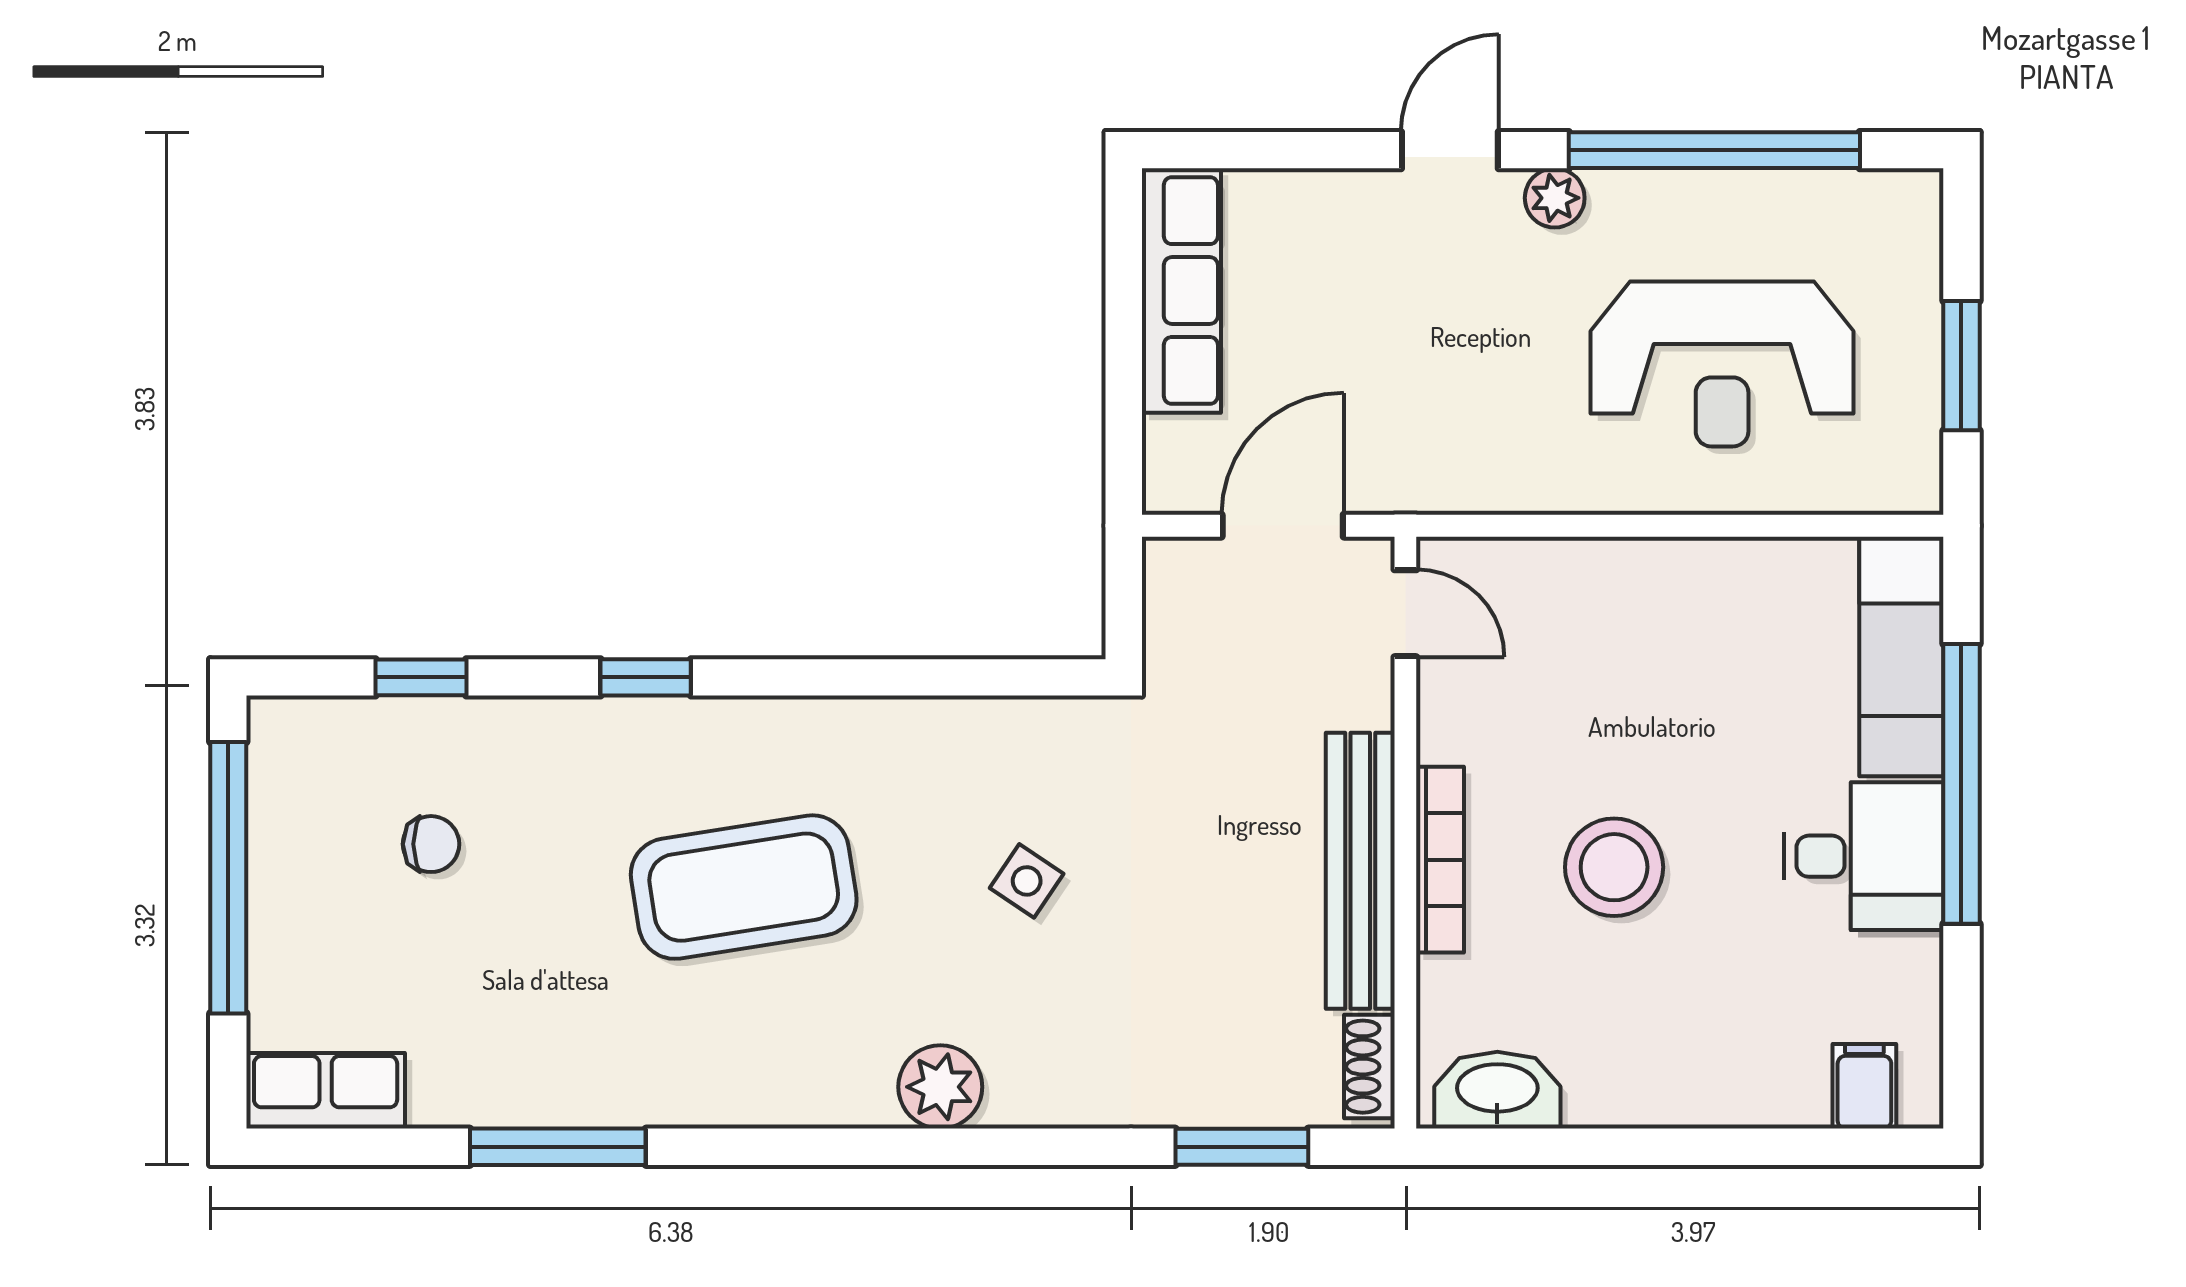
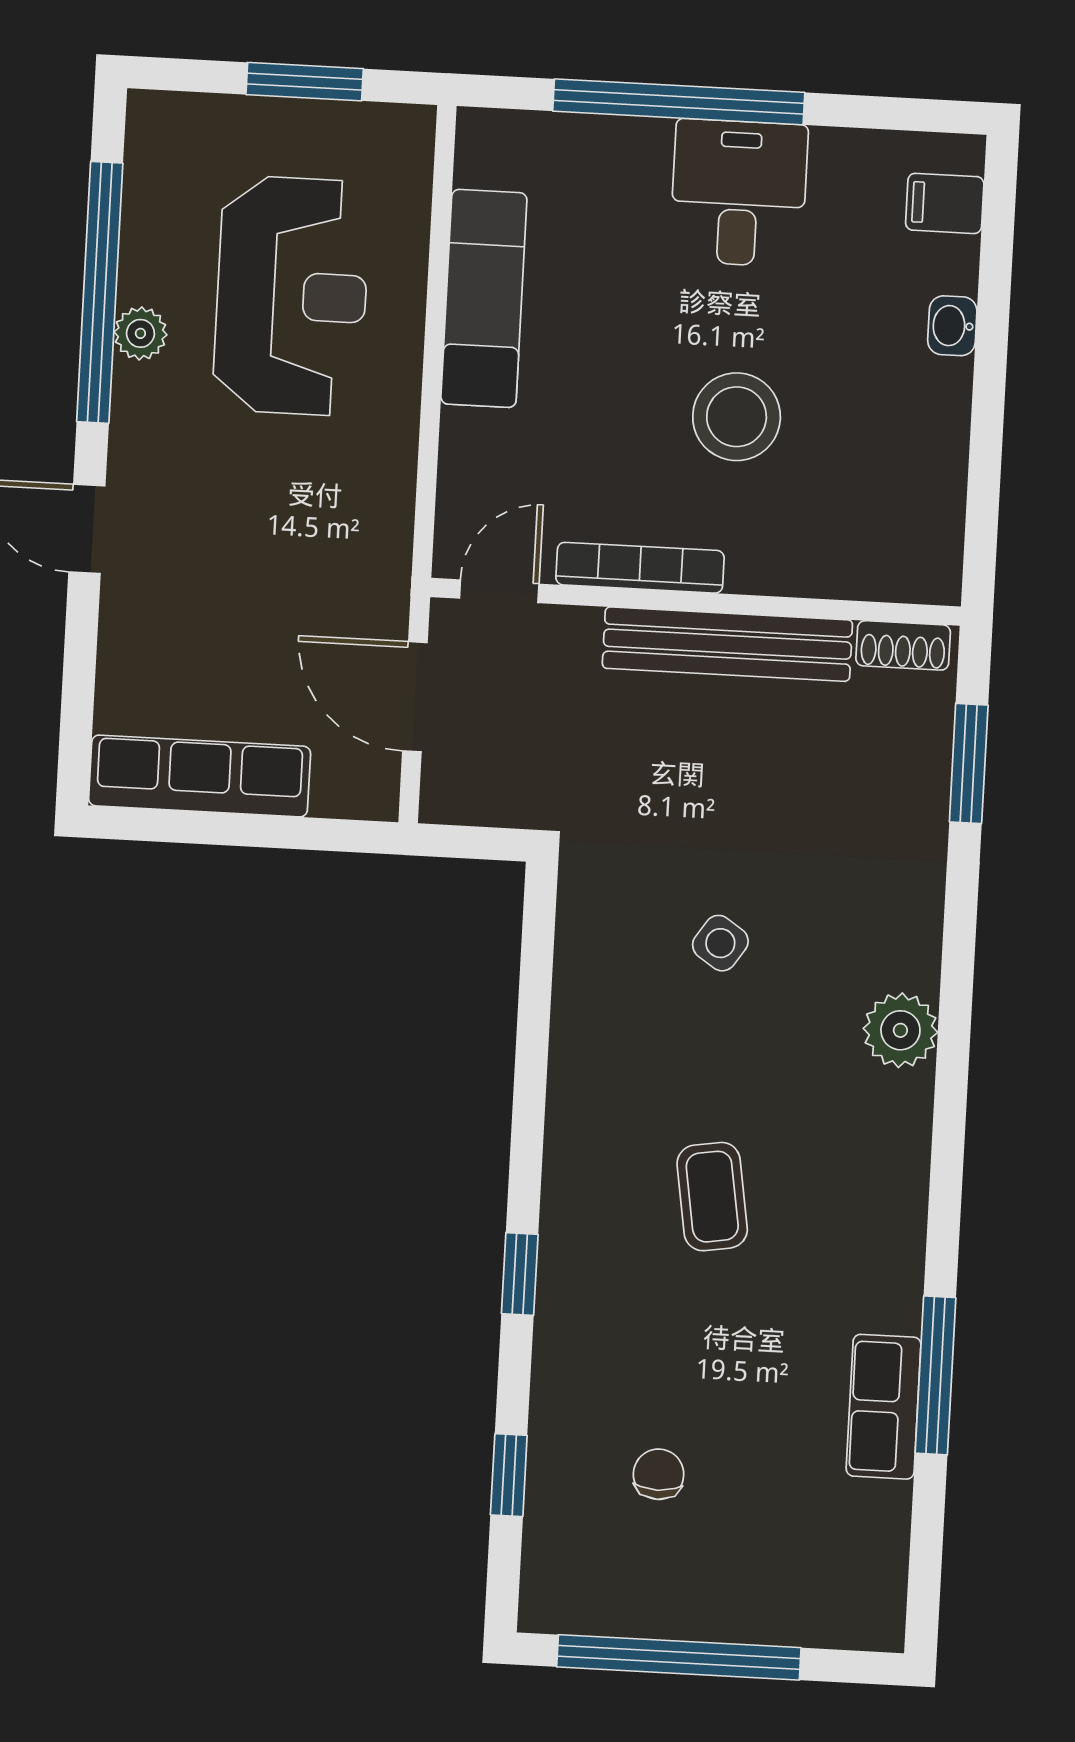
plant: (1555, 198) -> (140, 333), moved
exam couch: (1901, 656) -> (484, 298), moved, turned -90
bookcase: (1440, 860) -> (640, 568), moved
coffee table: (744, 887) -> (712, 1197), width x0.54, depth x0.58
washbasin: (1497, 1090) -> (952, 326), moved, width x0.52, depth x0.69
row of seats: (326, 1091) -> (884, 1407), moved

